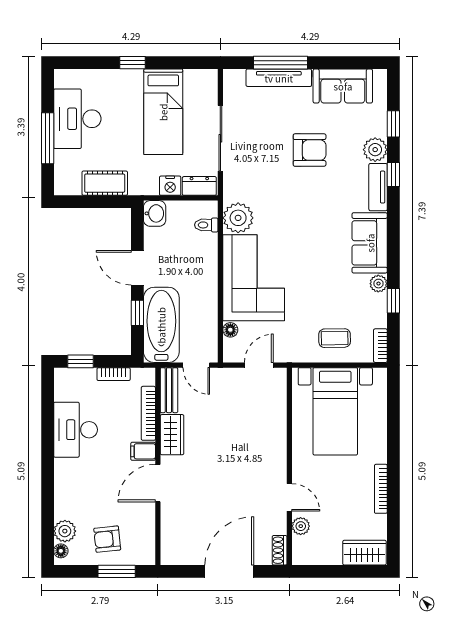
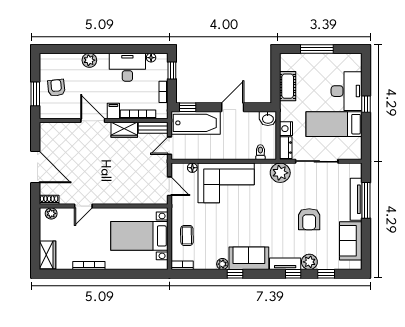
desk: (77, 119) -> (347, 91), moved, turned 90
plant: (238, 218) -> (280, 173), moved
window: (393, 301) -> (235, 274), moved
window: (137, 313) -> (188, 107), moved
plant: (301, 526) -> (51, 213), moved
plant: (65, 531) -> (89, 60), moved
floor lamp: (61, 551) -> (151, 58), moved

